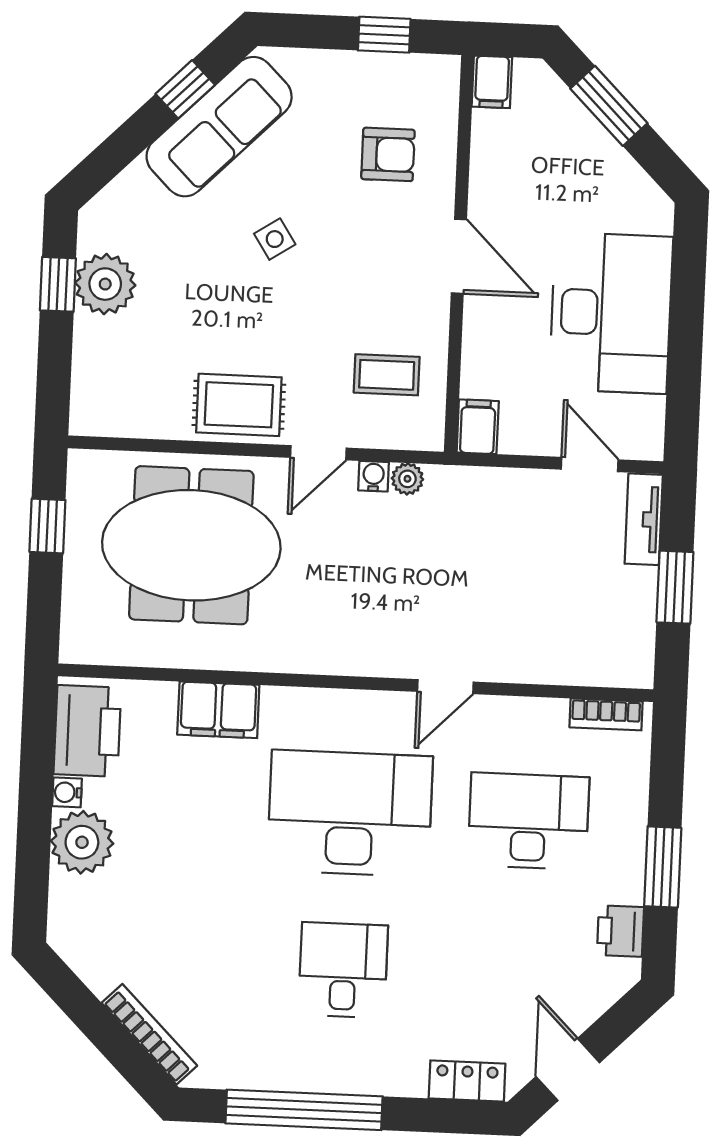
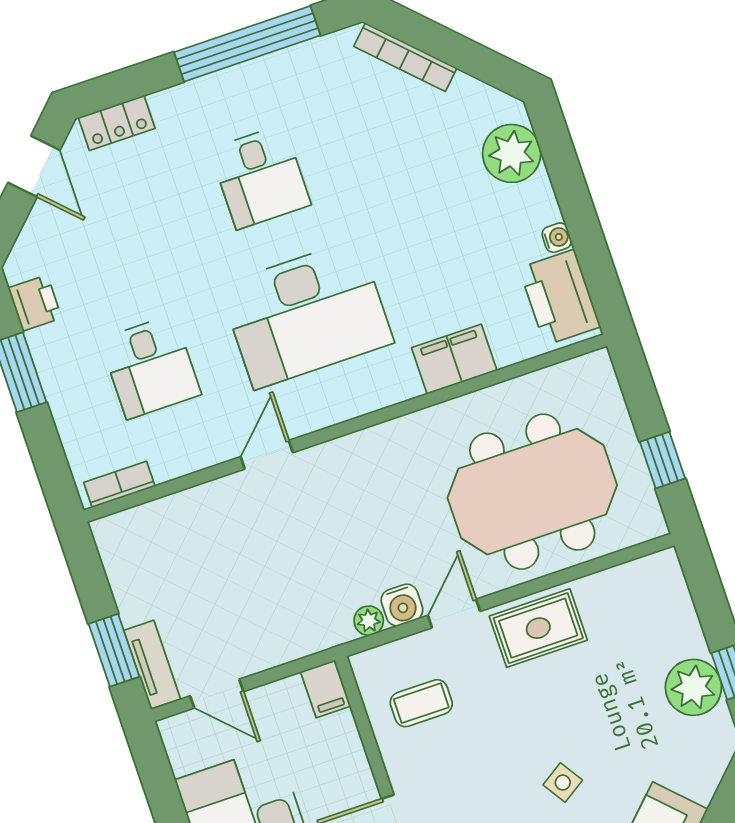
water cooler: (374, 476) -> (402, 605), width x1.38, depth x1.38
window: (675, 587) -> (114, 650), moved
desk: (528, 821) -> (151, 367), width x0.73
plant: (82, 842) -> (512, 153), moved

